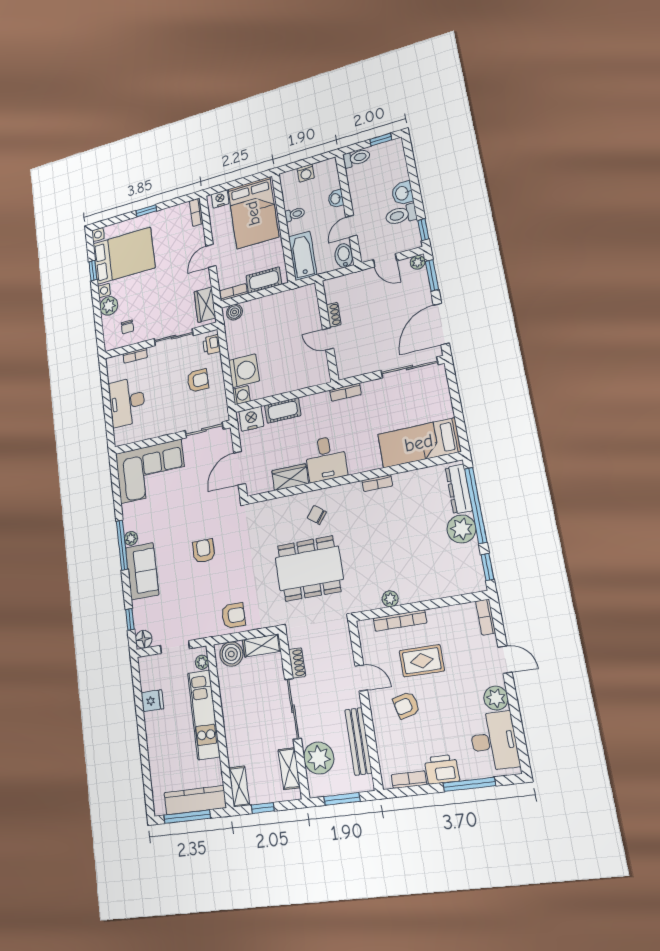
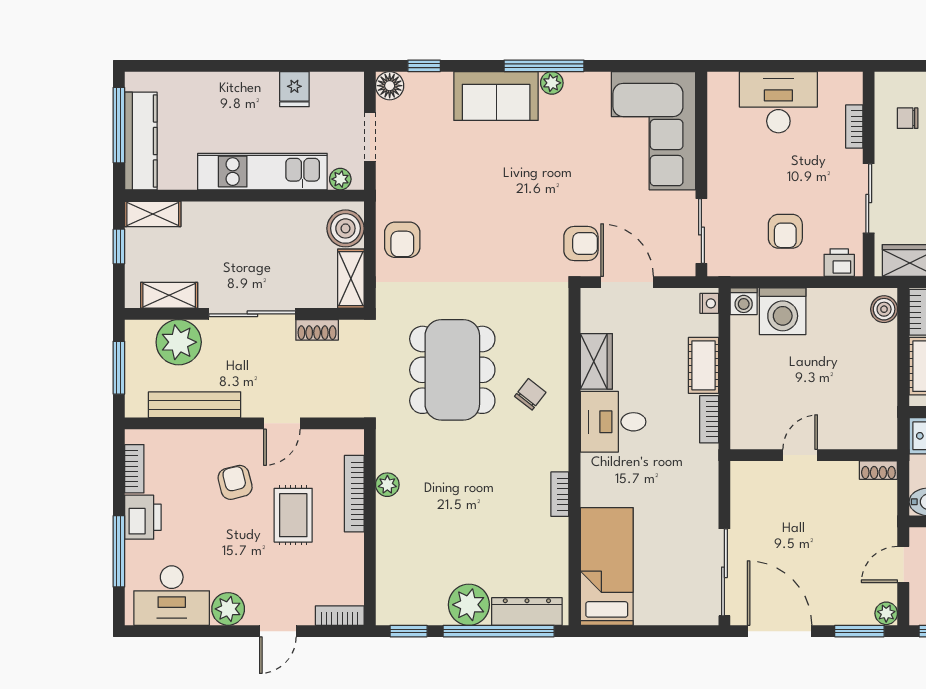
shoe rack: (334, 315) -> (878, 470), moved
bookcase: (345, 392) -> (709, 419), moved
nightstand: (251, 419) -> (709, 303), width x0.53, depth x0.56
armchair: (204, 551) -> (581, 244), moved

